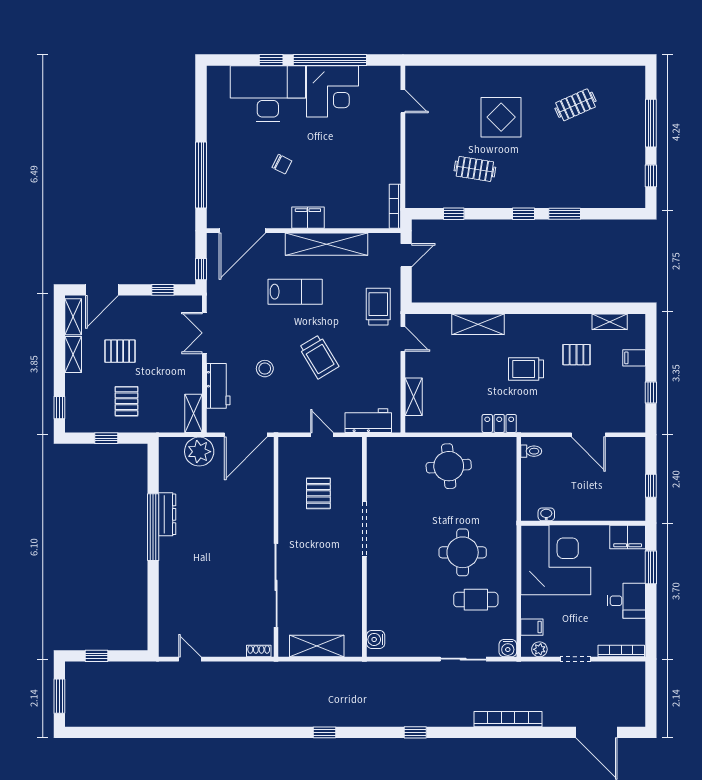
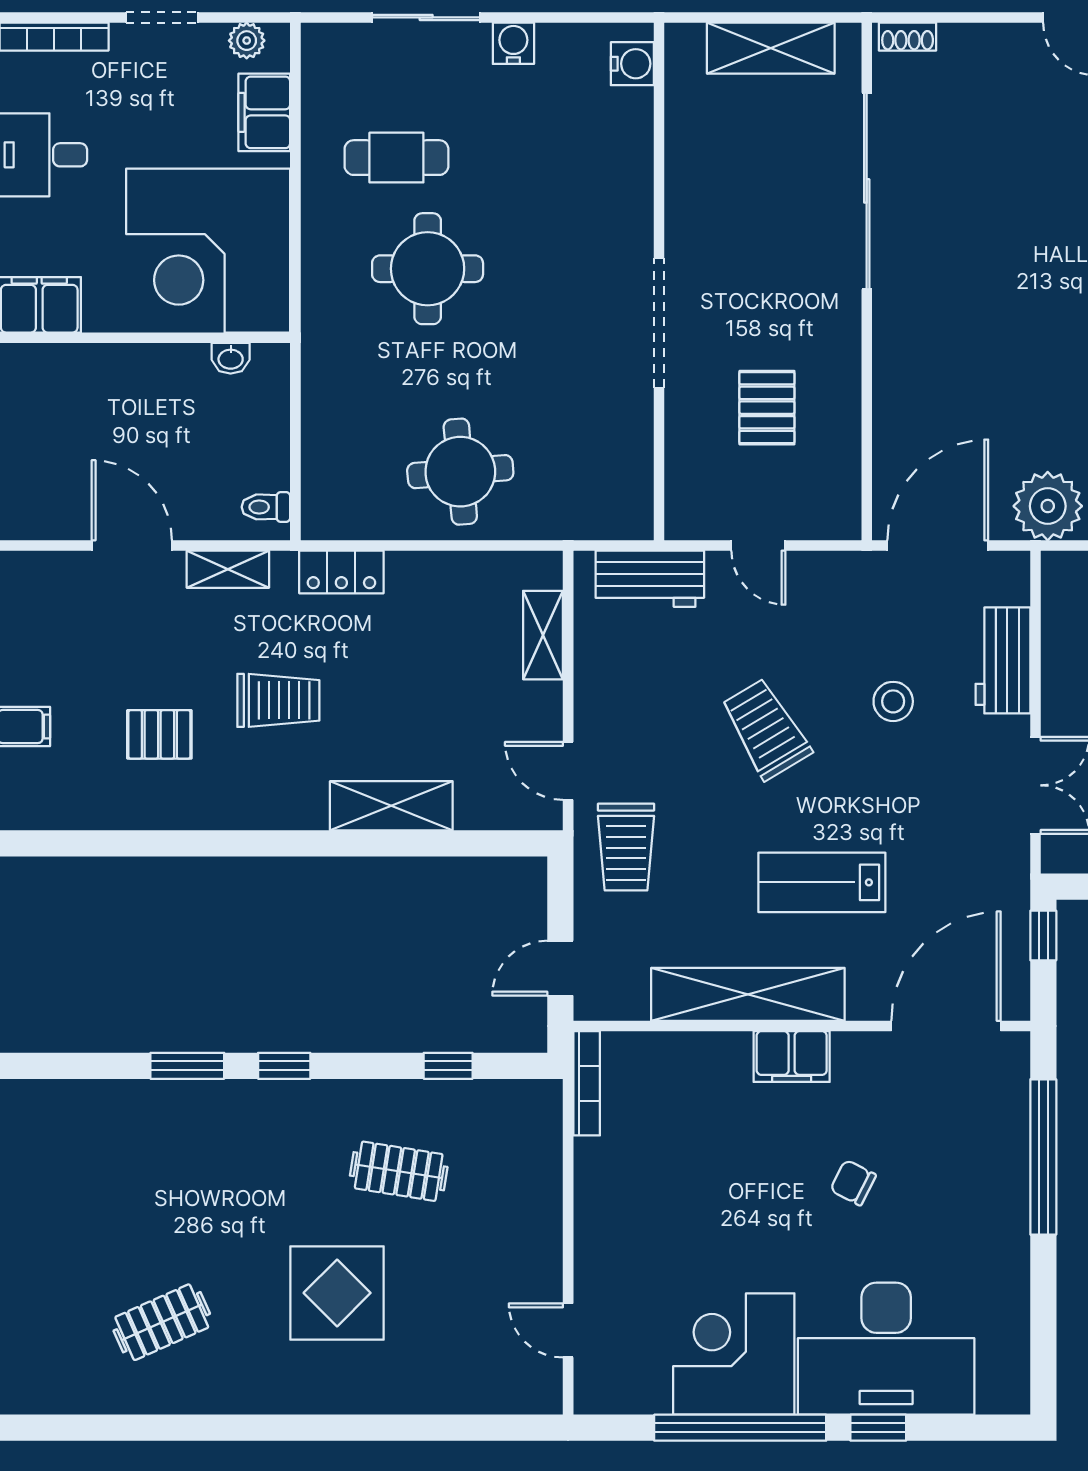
shelving: (610, 322) -> (228, 569), moved
shelving: (193, 413) -> (1061, 596), removed
filing cabinet: (532, 627) -> (264, 112), width x2.00
water cooler: (508, 648) -> (513, 43), moved

